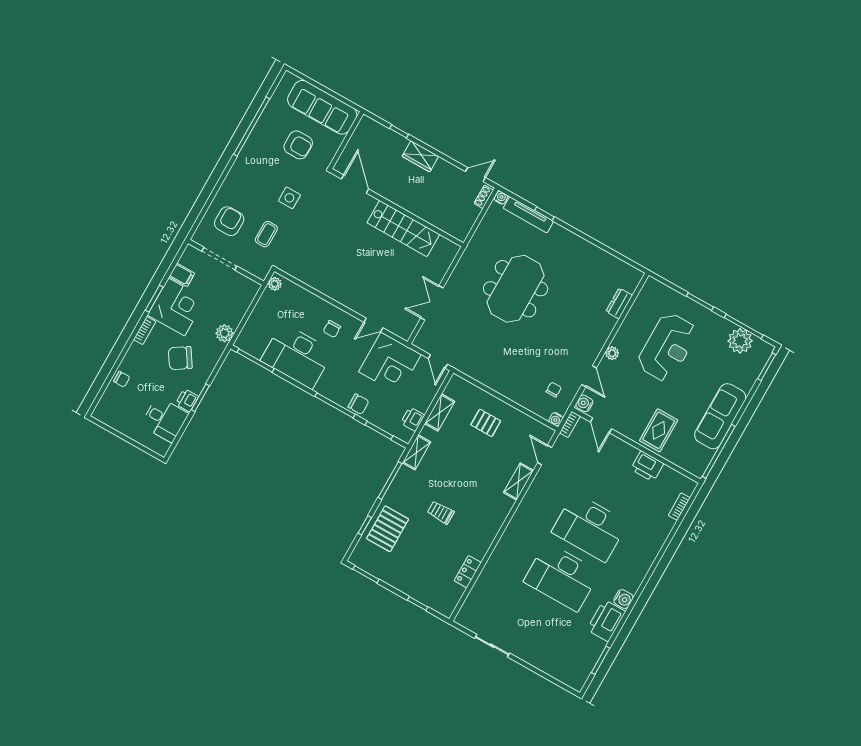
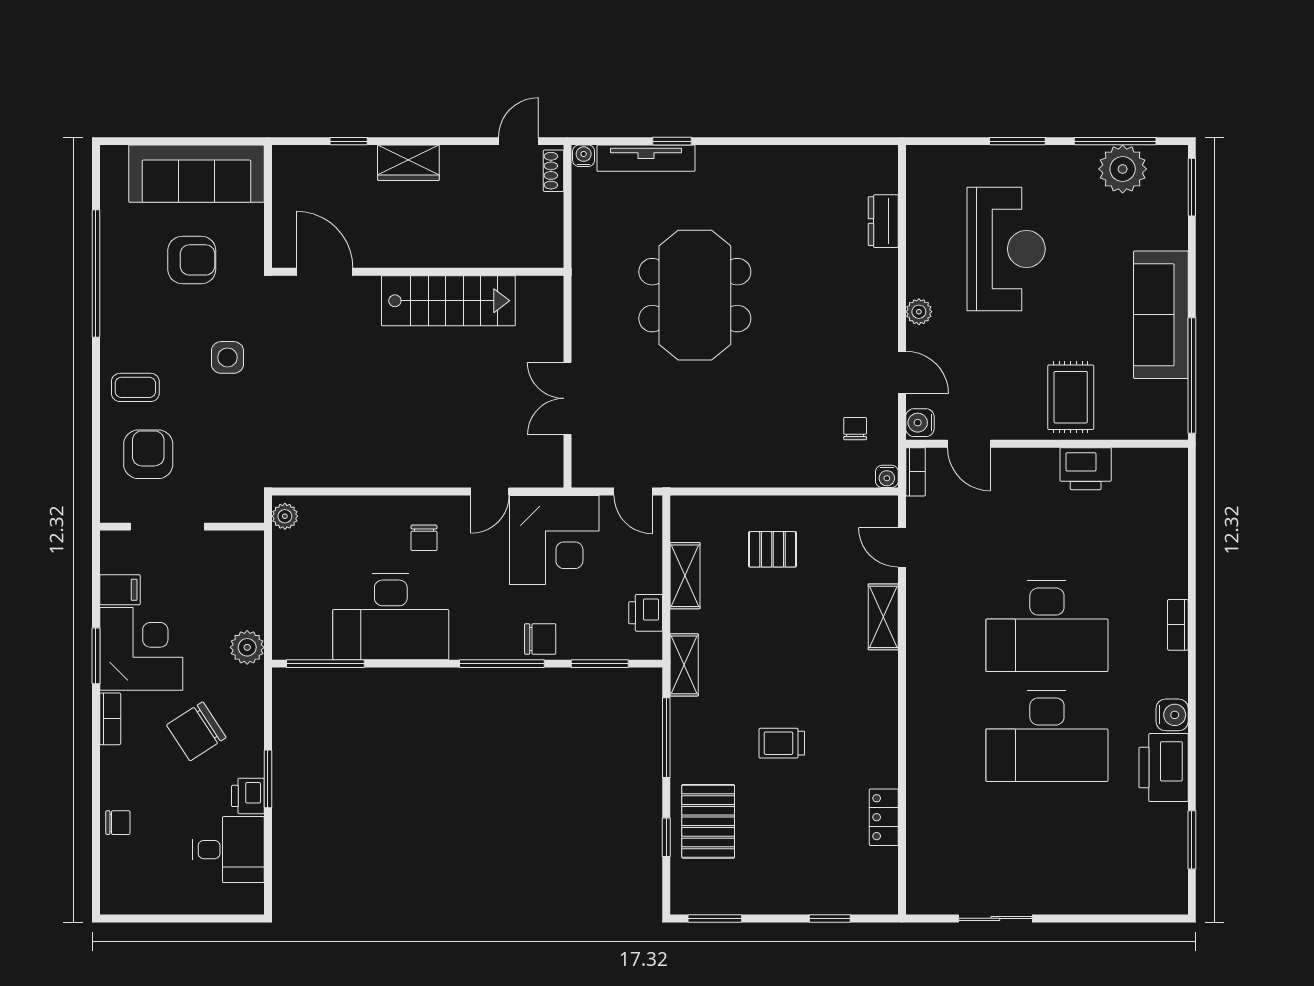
coffee table: (266, 234) -> (135, 387), moved, turned 90
bookcase: (679, 507) -> (1178, 625), moved

